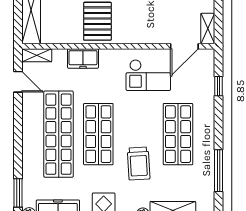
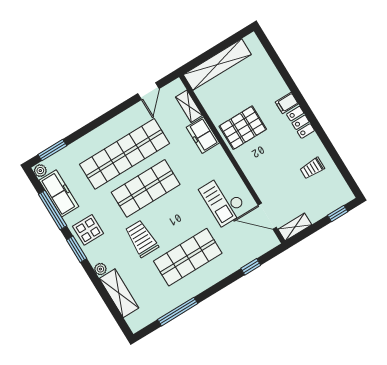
shelving: (37, 55) -> (189, 106), moved
trolley: (139, 163) -> (142, 239), turned 93

